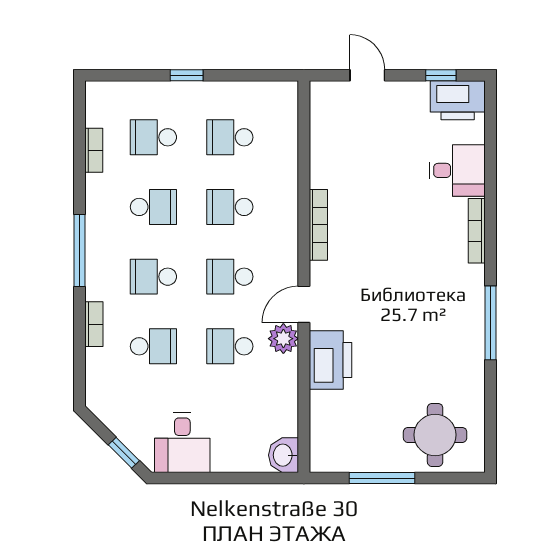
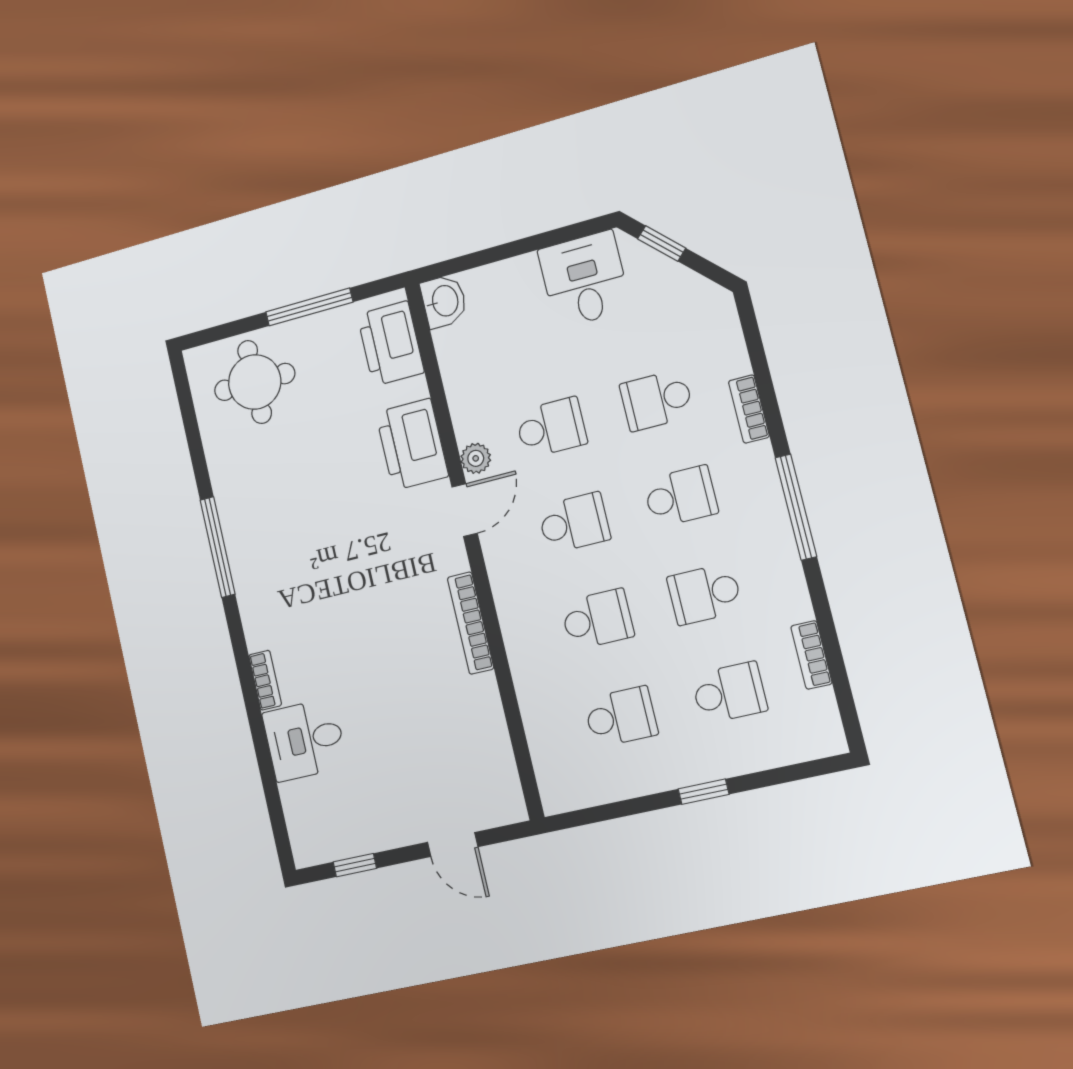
printer: (458, 100) -> (391, 343), moved, turned -90
bookcase: (477, 231) -> (265, 680), width x0.64
plant: (283, 339) -> (476, 458), width x0.73, depth x0.73

